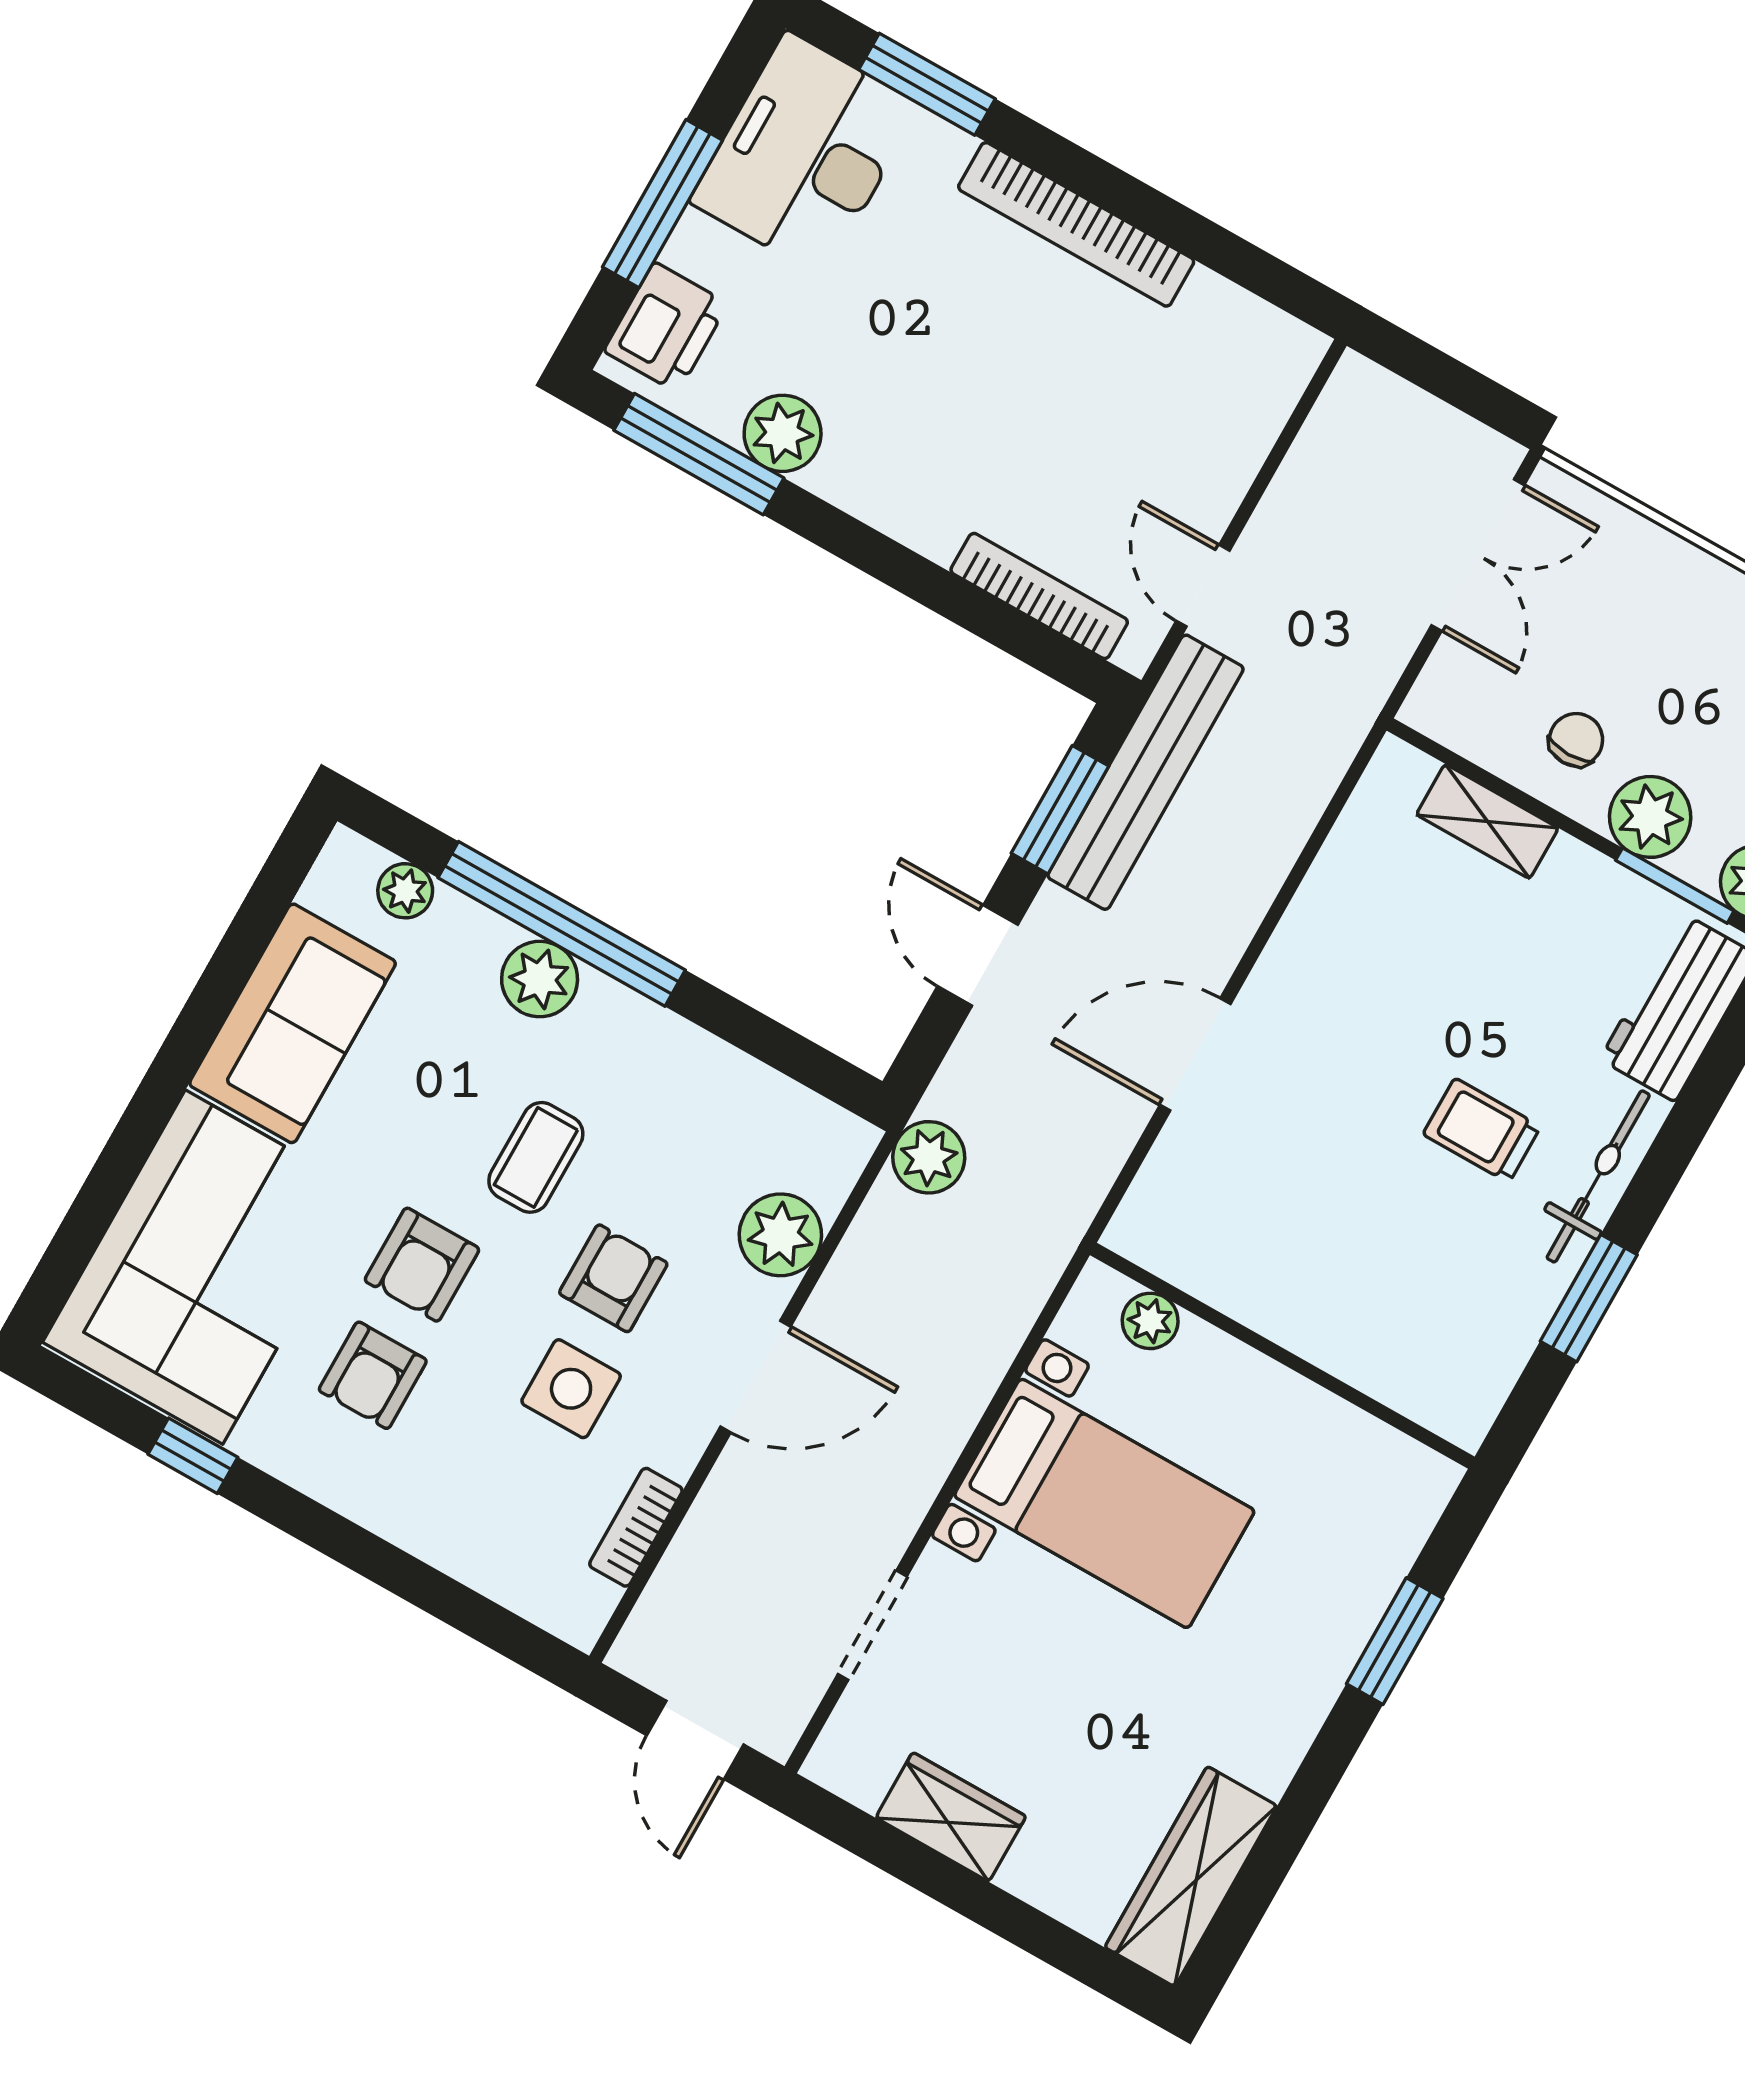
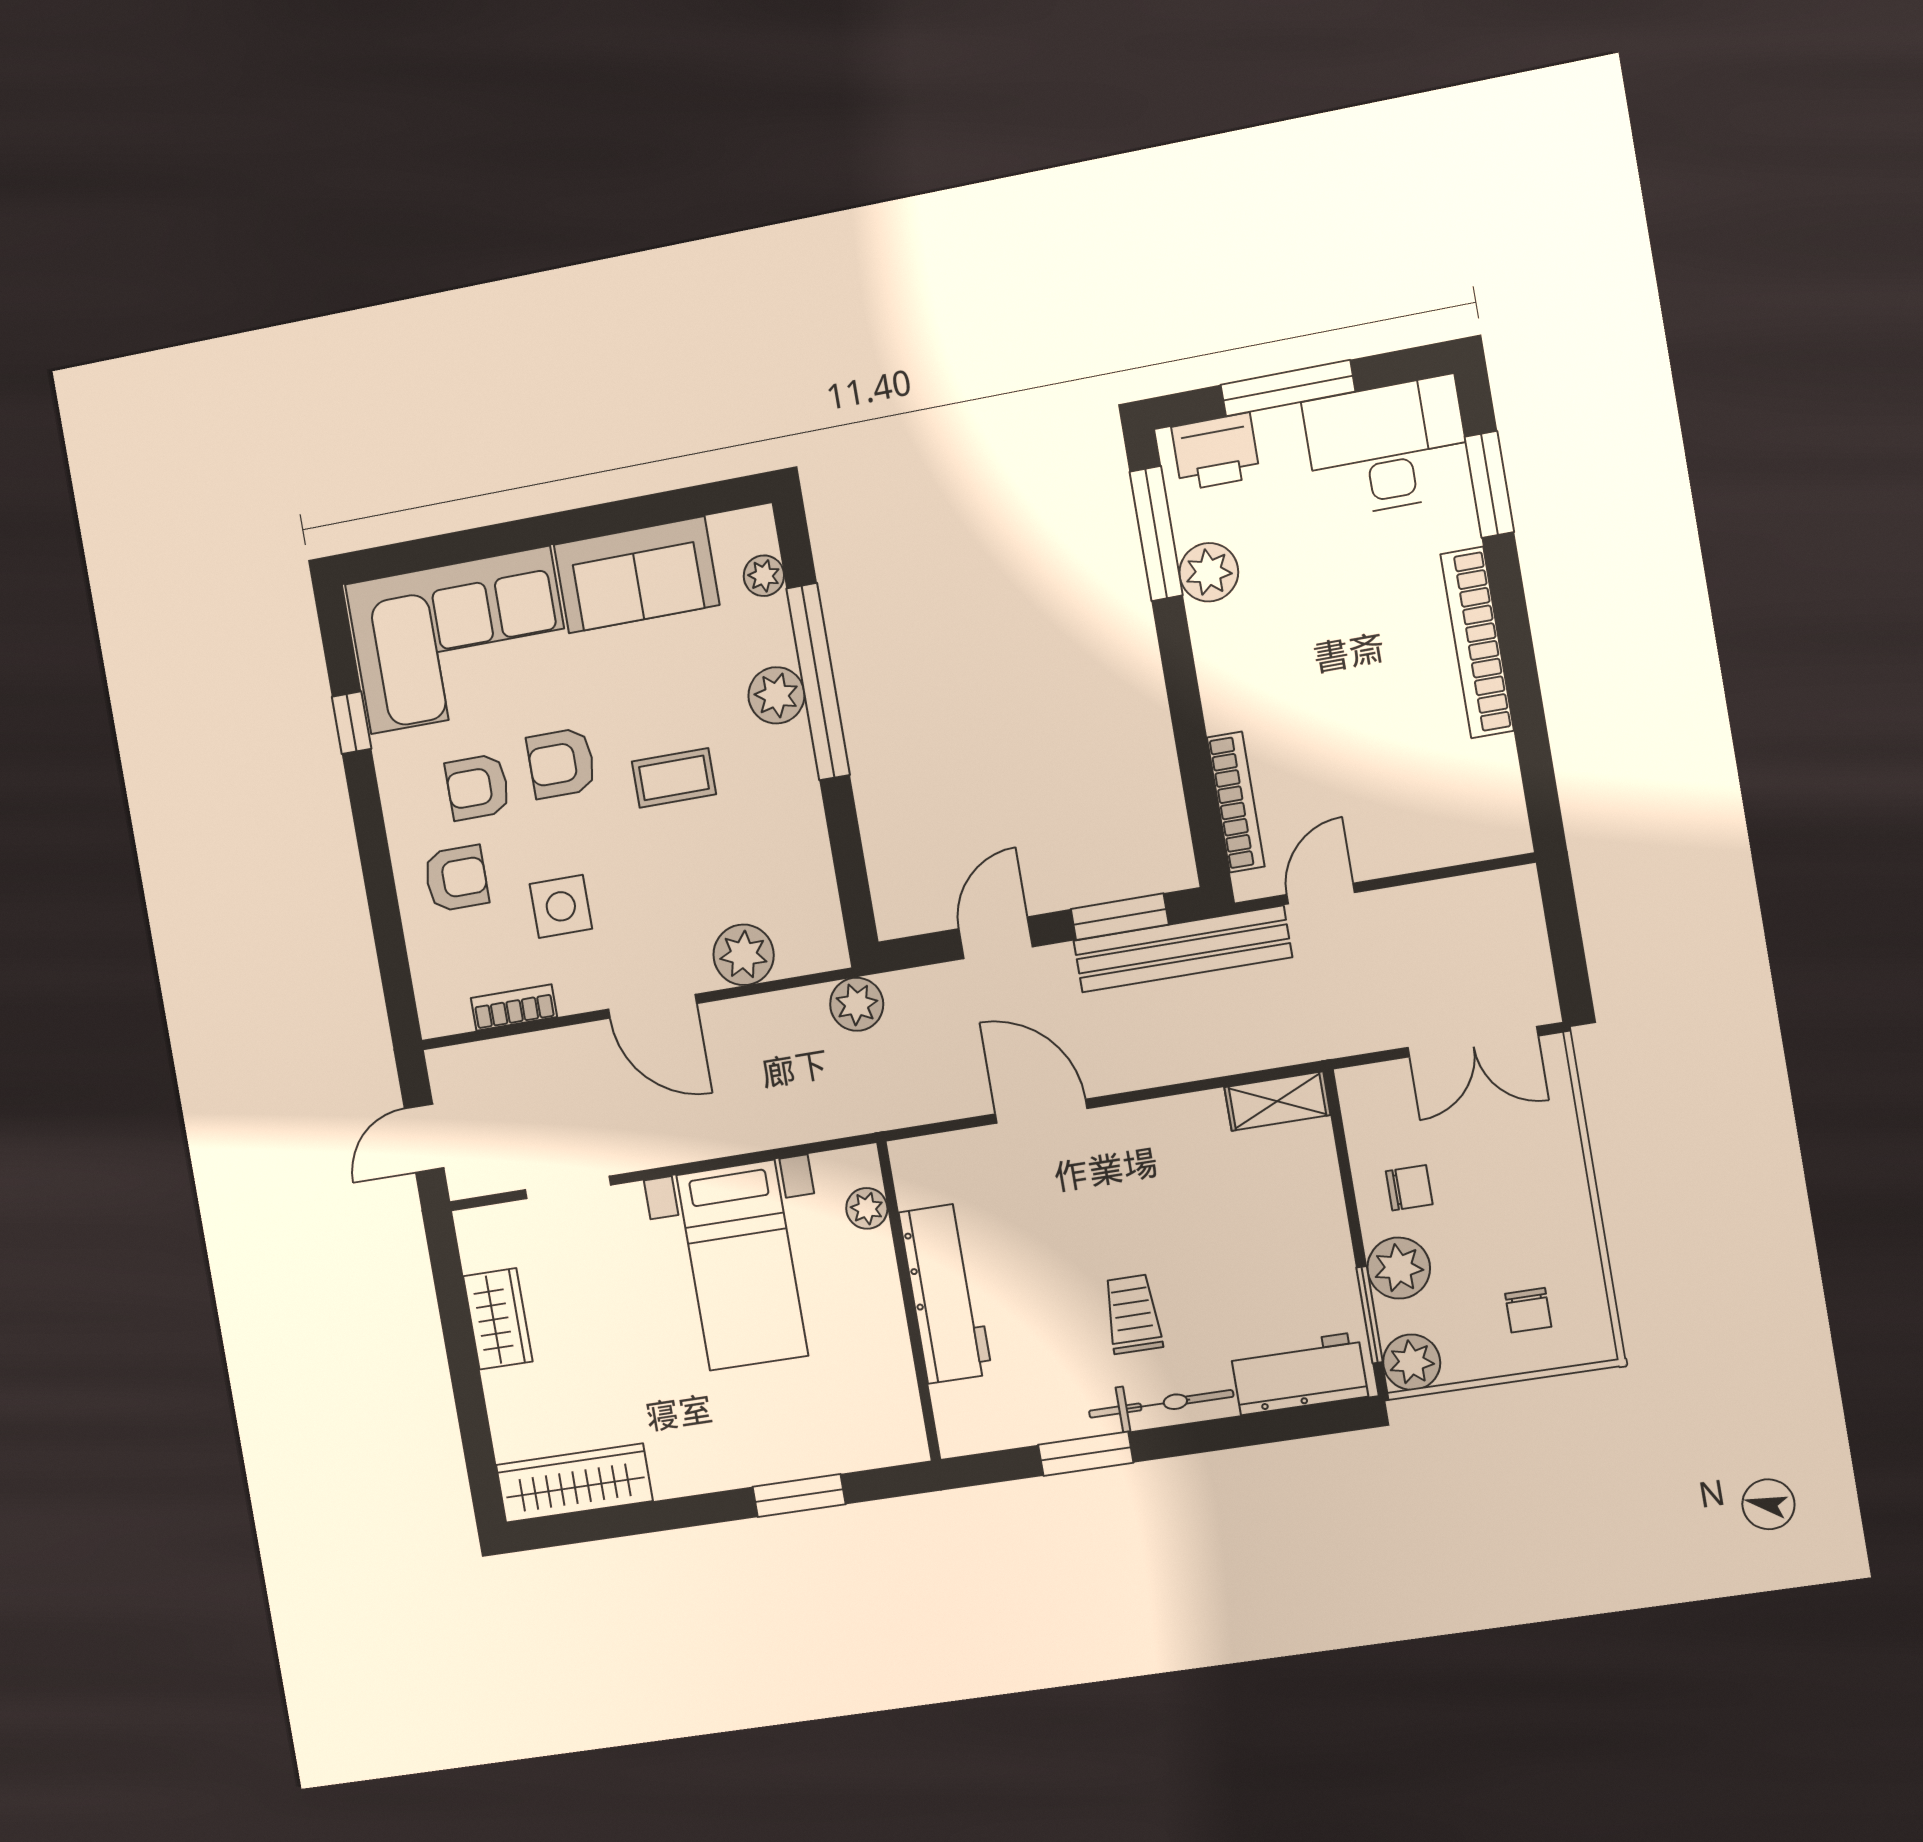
shelving: (1487, 821) -> (1277, 1101), moved, turned 90
armchair: (613, 1278) -> (456, 878), moved
workbench: (1305, 1310) -> (945, 1293), added

